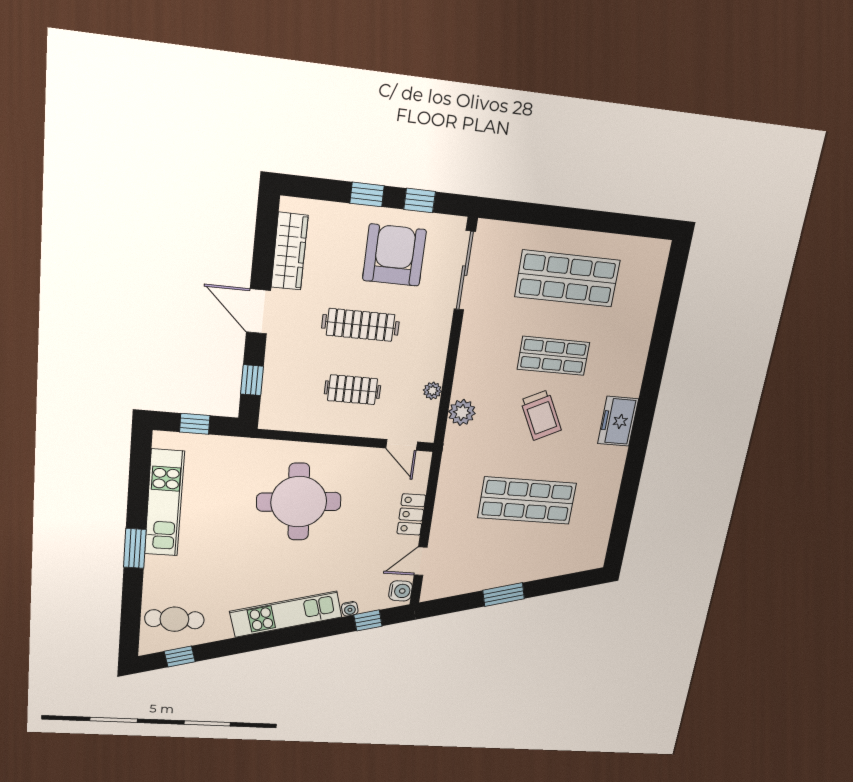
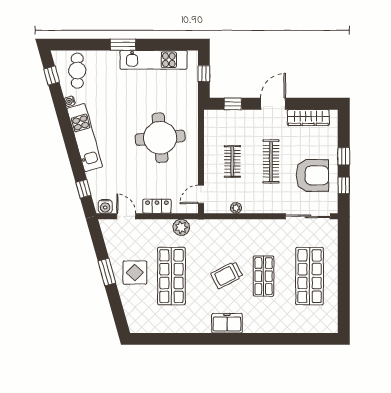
plant: (462, 412) -> (181, 227), moved
display table: (512, 554) -> (135, 272), added
water cooler: (350, 609) -> (70, 101), moved

